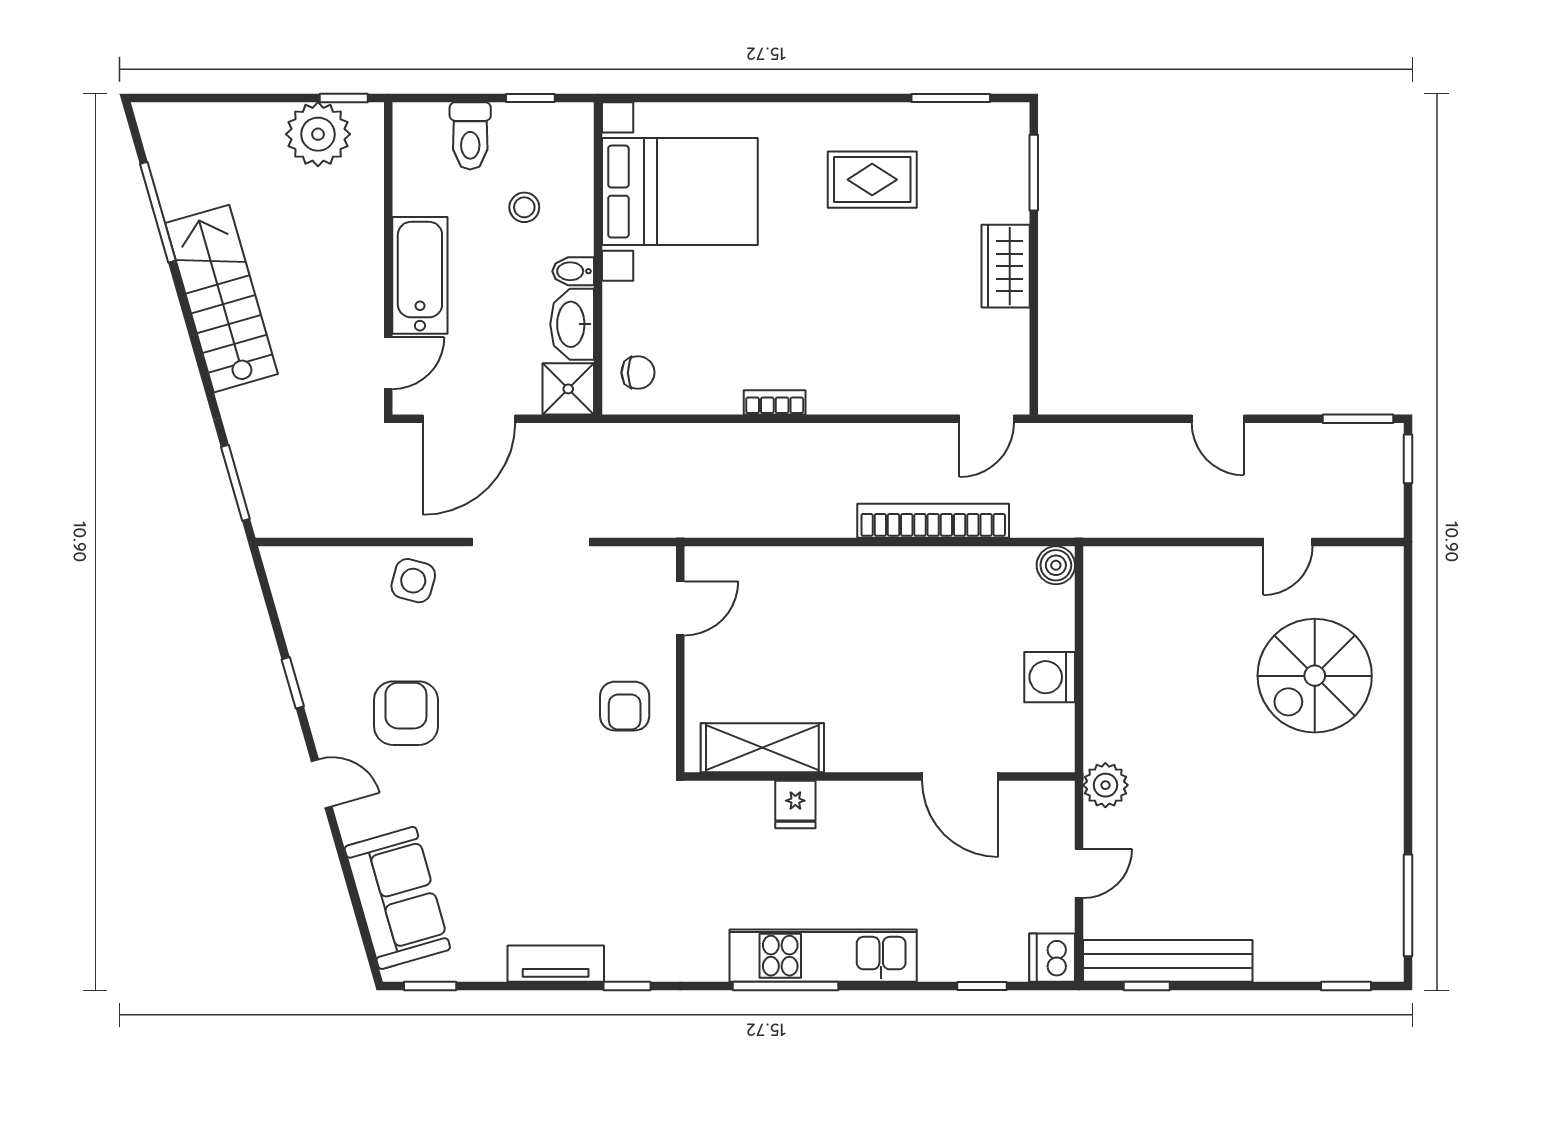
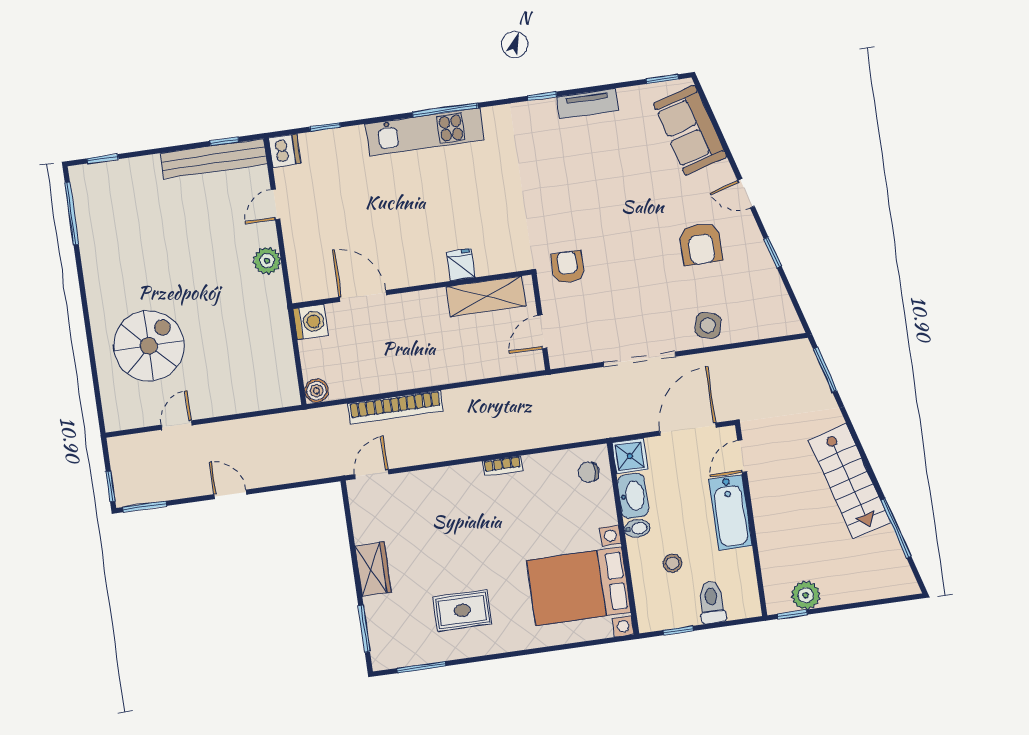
plant: (318, 134) -> (806, 595), width x0.73, depth x0.73
shelving: (762, 748) -> (486, 296), moved
wall: (880, 776) -> (412, 289), moved
door: (960, 776) -> (363, 296), moved
fridge: (795, 804) -> (461, 265), moved

